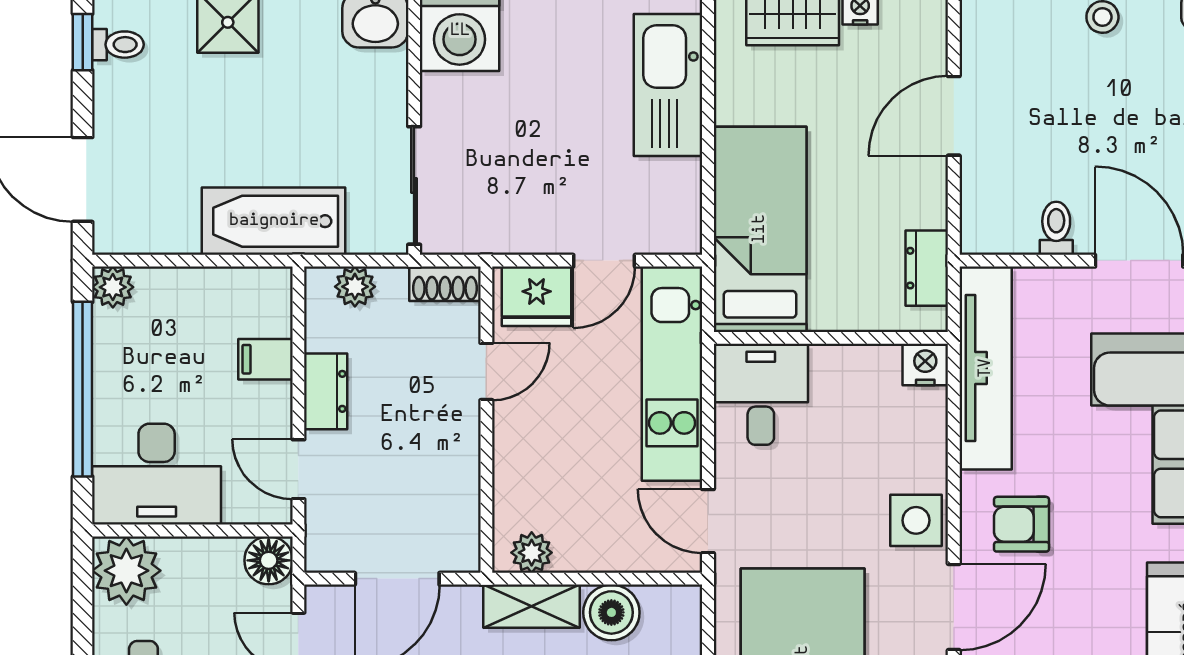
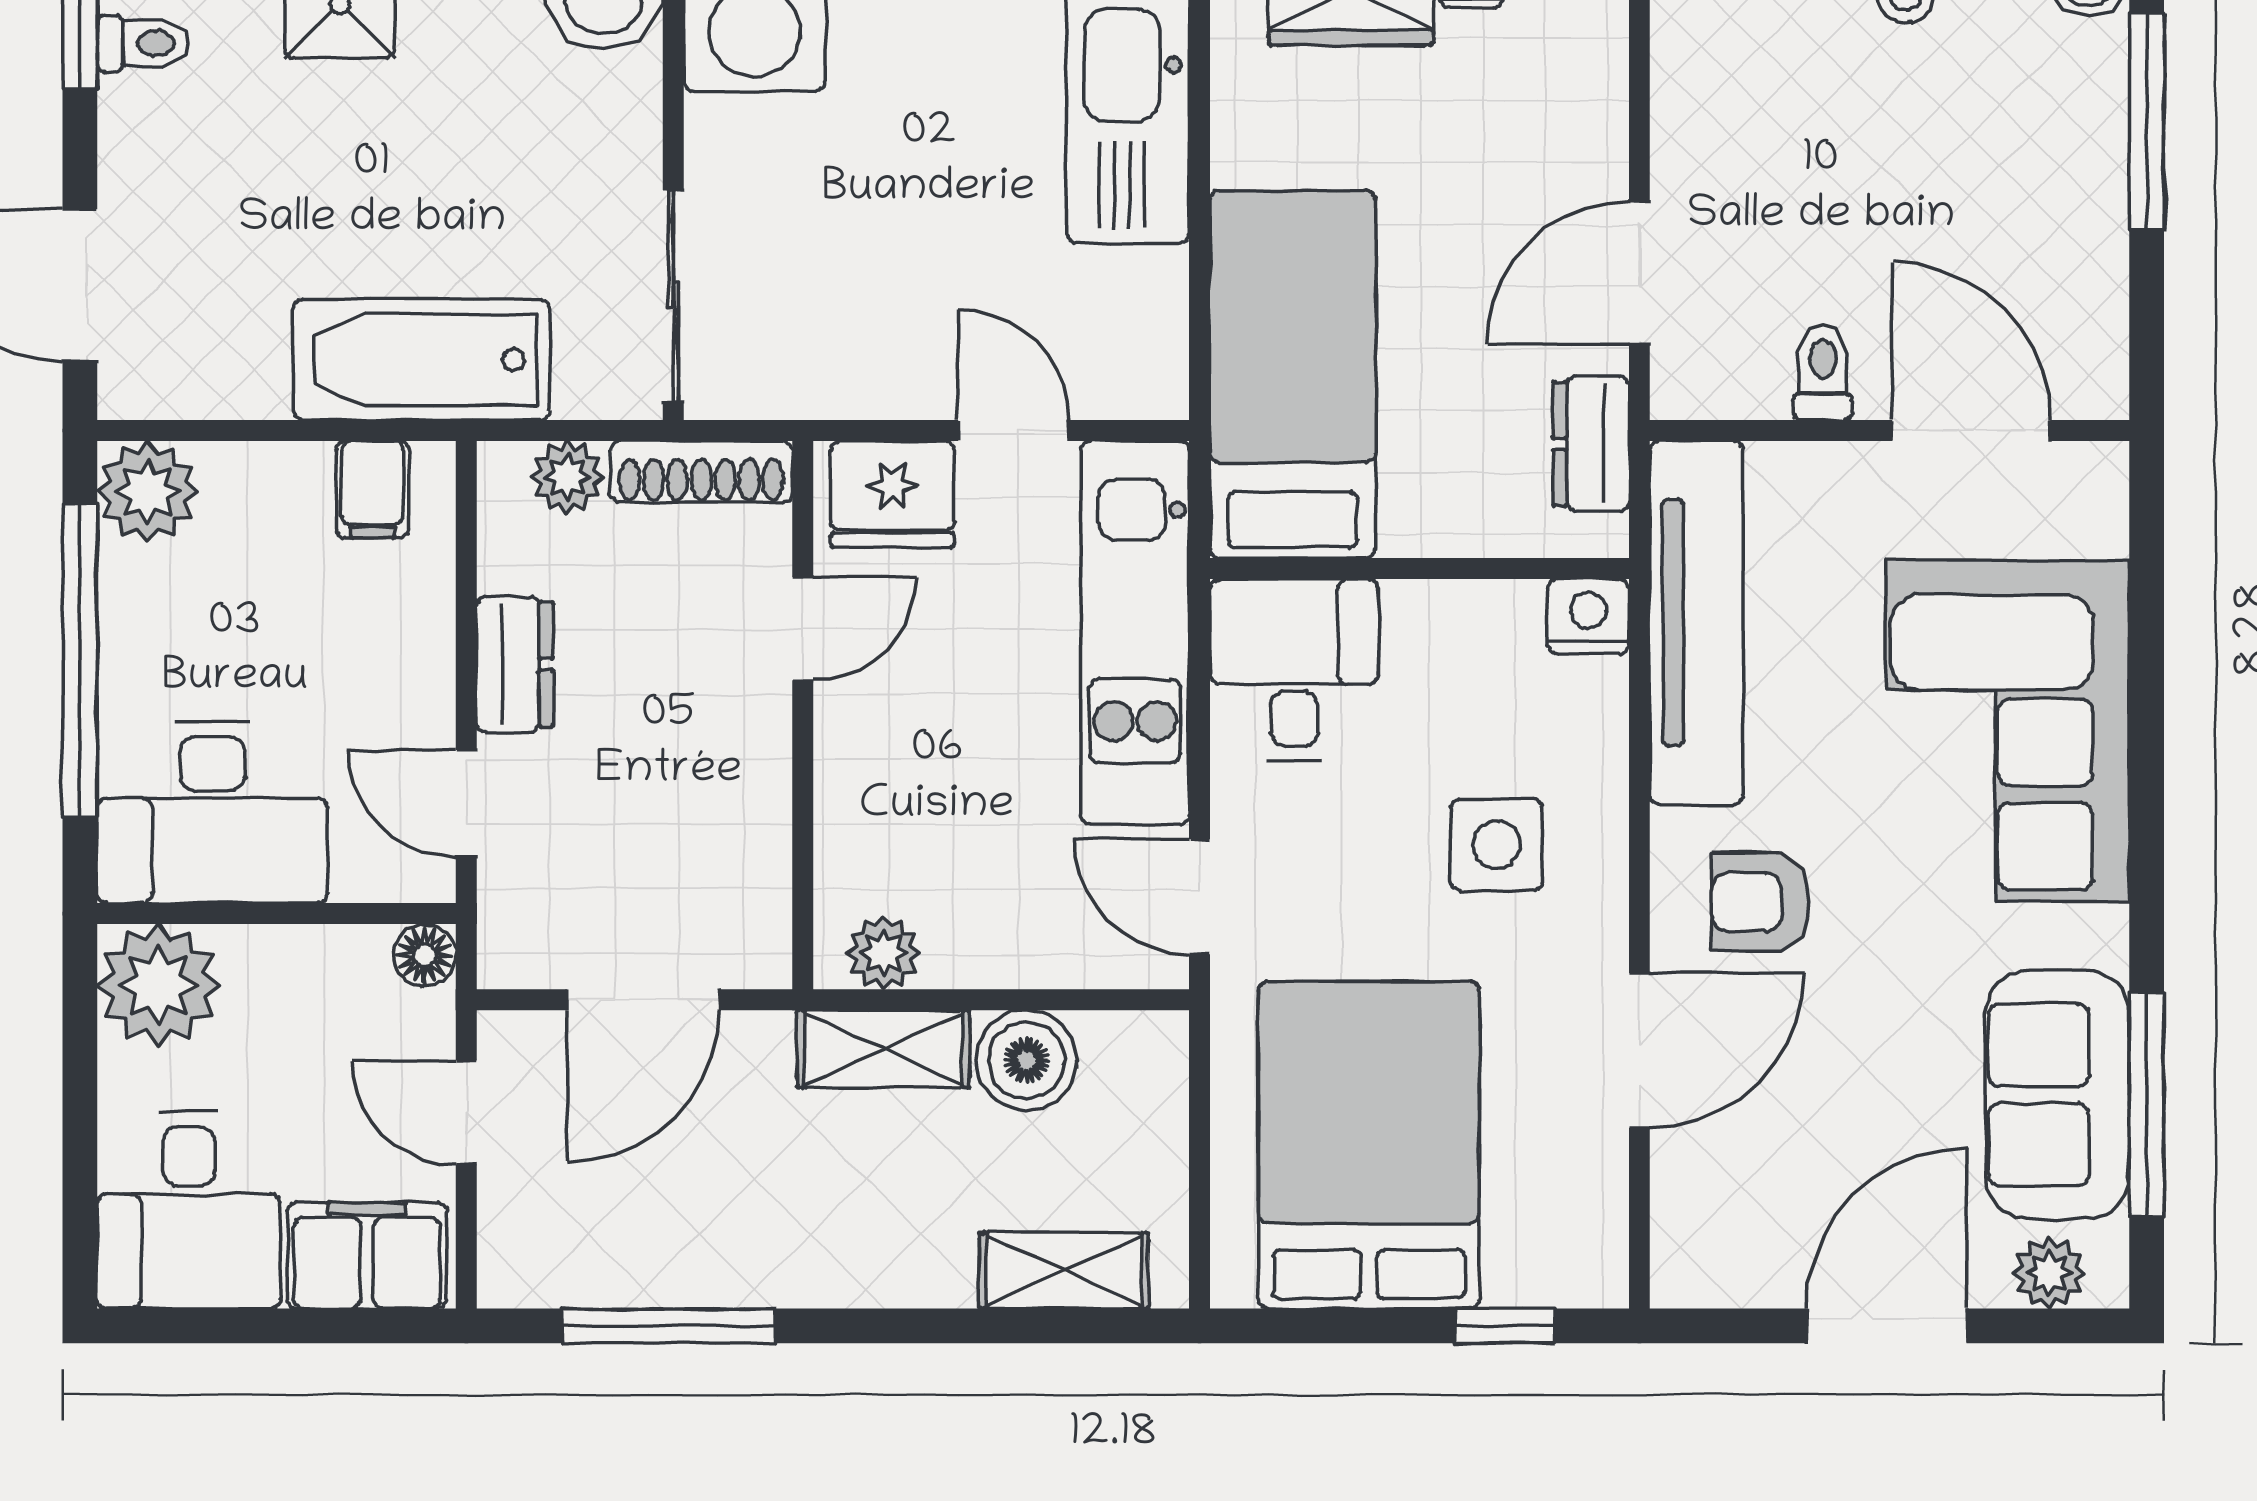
door: (954, 116) -> (1639, 273), moved
door: (604, 261) -> (1013, 431), swing flipped
shoe rack: (445, 284) -> (701, 472), width x1.43
plant: (113, 287) -> (148, 491), width x1.38, depth x1.38
filing cabinet: (266, 359) -> (372, 489), moved, turned -90
side table: (916, 520) -> (1497, 845), moved
floor lamp: (269, 560) -> (425, 955), width x0.73, depth x0.73

